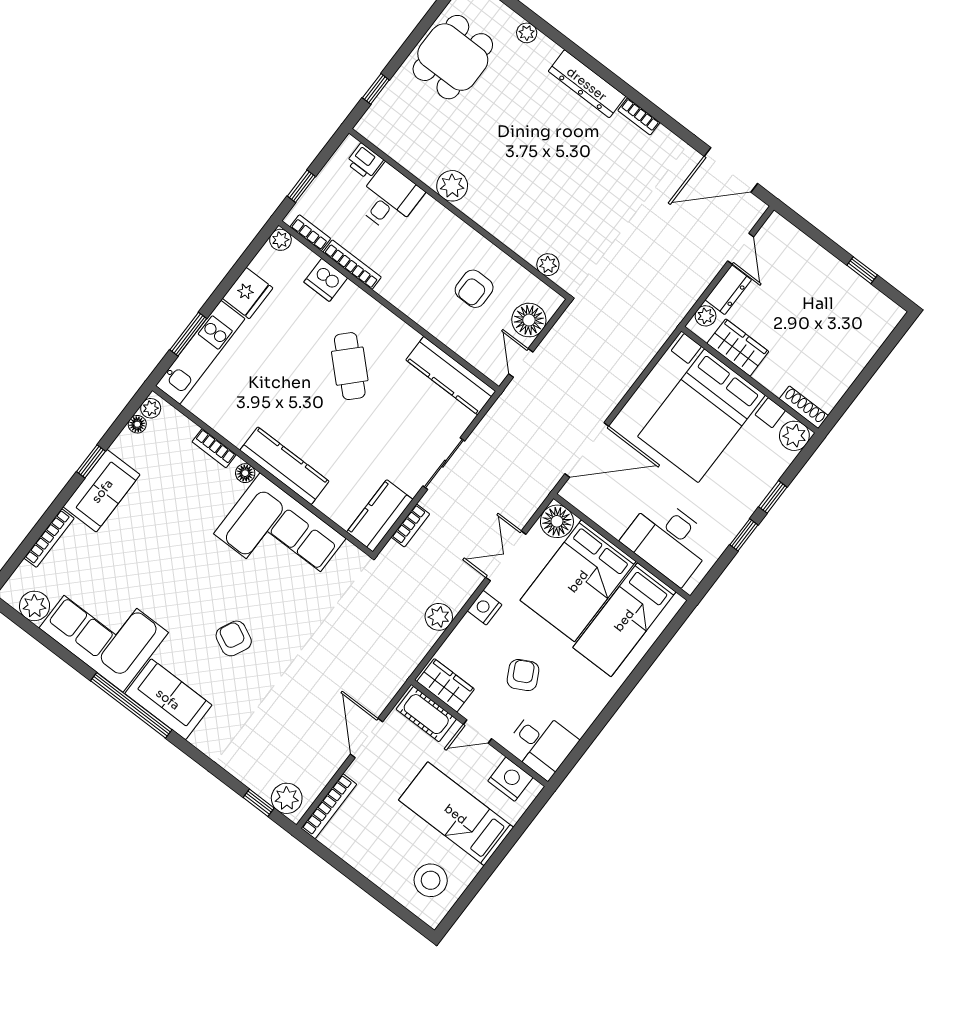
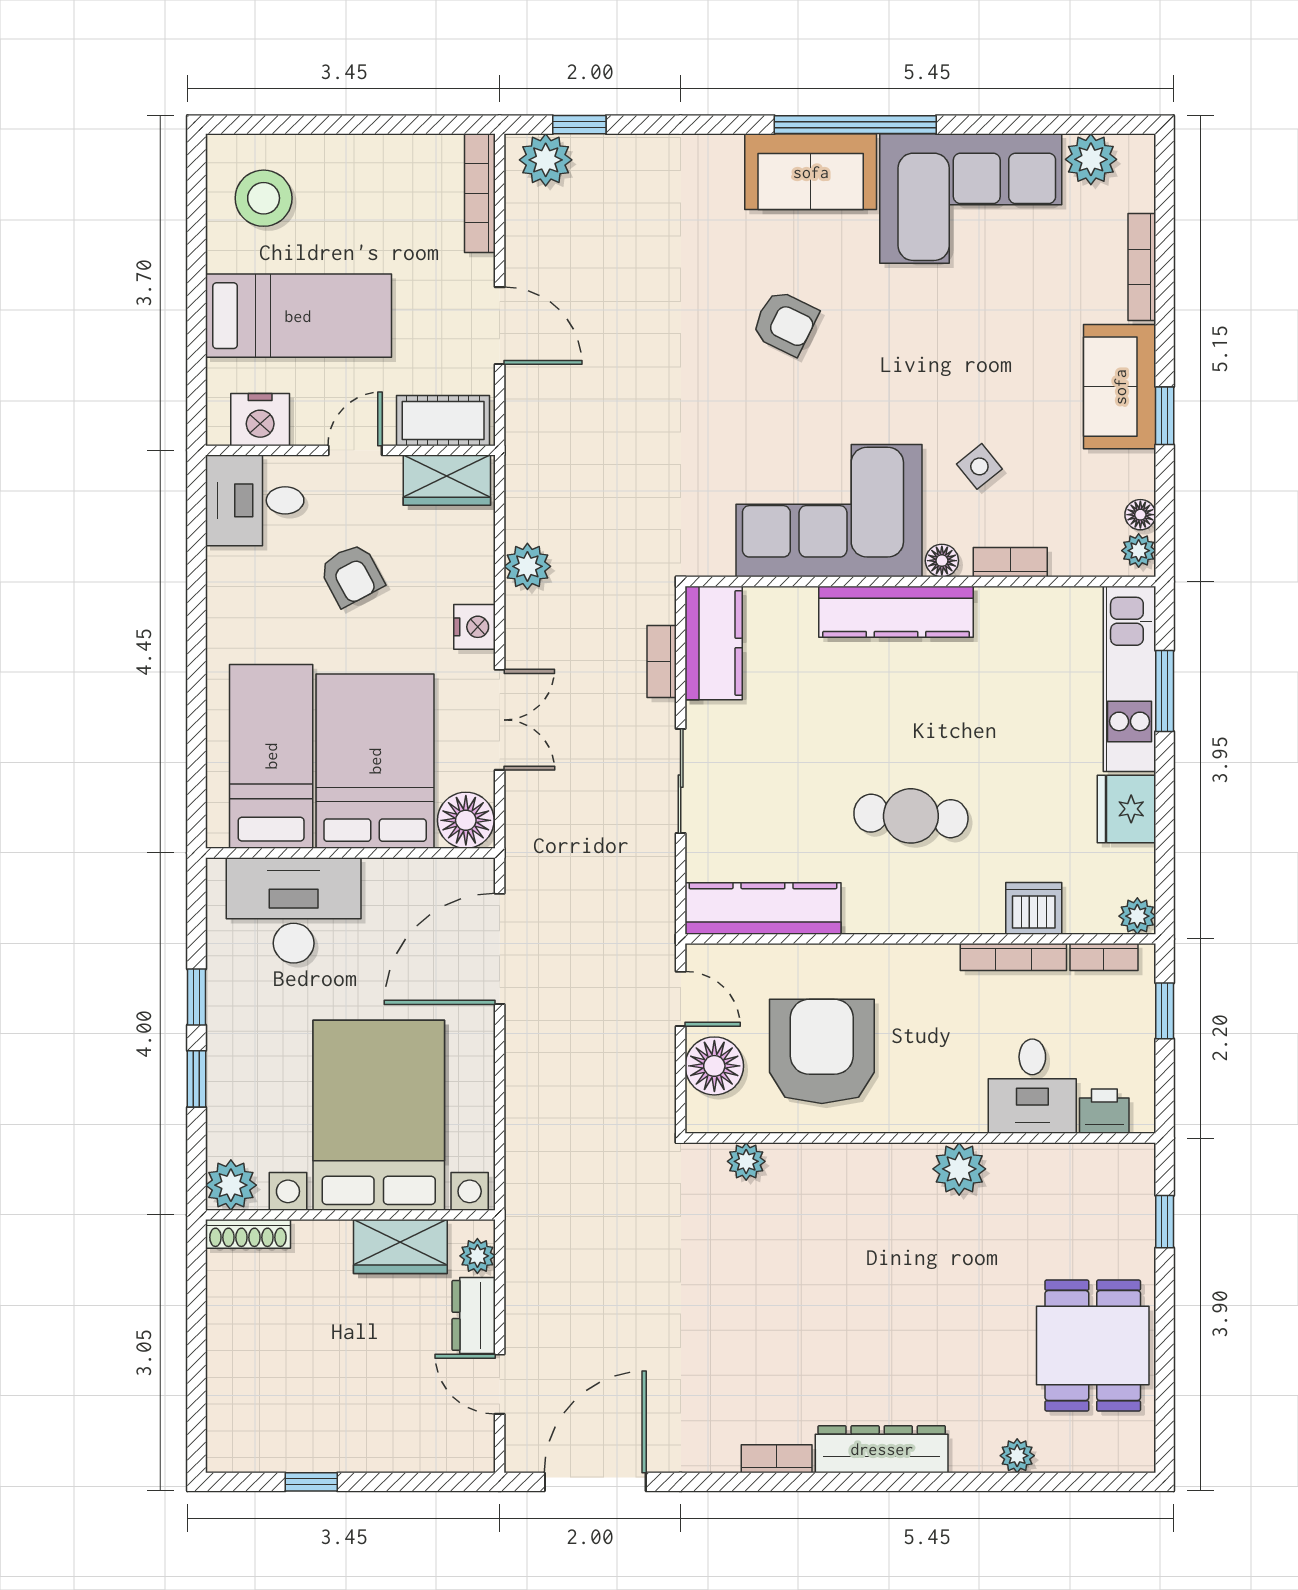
armchair: (474, 289) -> (822, 1051), width x1.88, depth x1.88
cafe table: (350, 366) -> (911, 816), turned -40
side table: (195, 503) -> (979, 466), added

